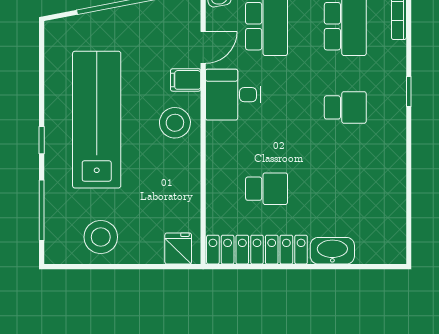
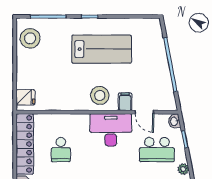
desk: (233, 95) -> (111, 130), width x1.37
lab bench: (97, 120) -> (102, 49), width x0.73
stool: (101, 237) -> (30, 38), moved

